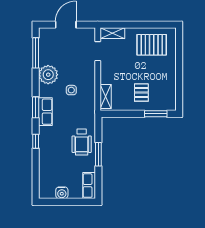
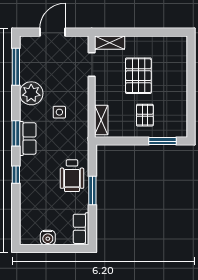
pallet: (152, 45) -> (138, 76), moved, turned 90

